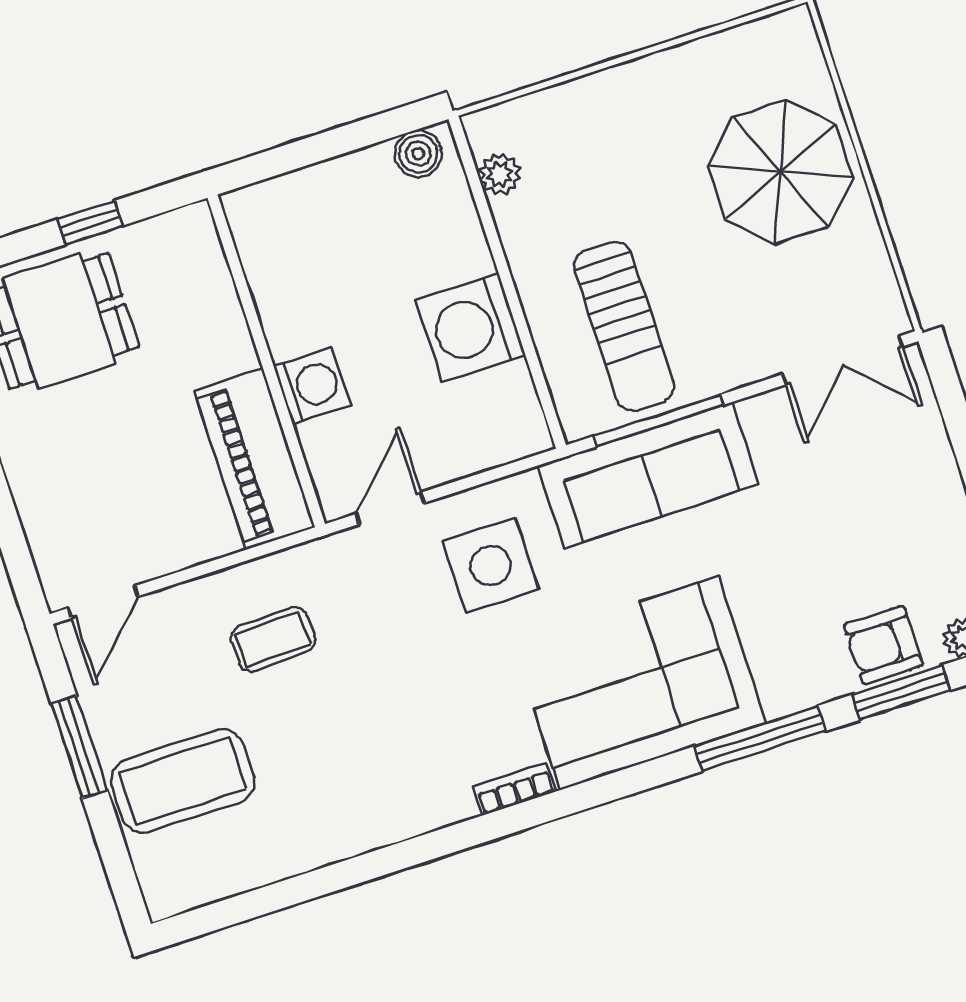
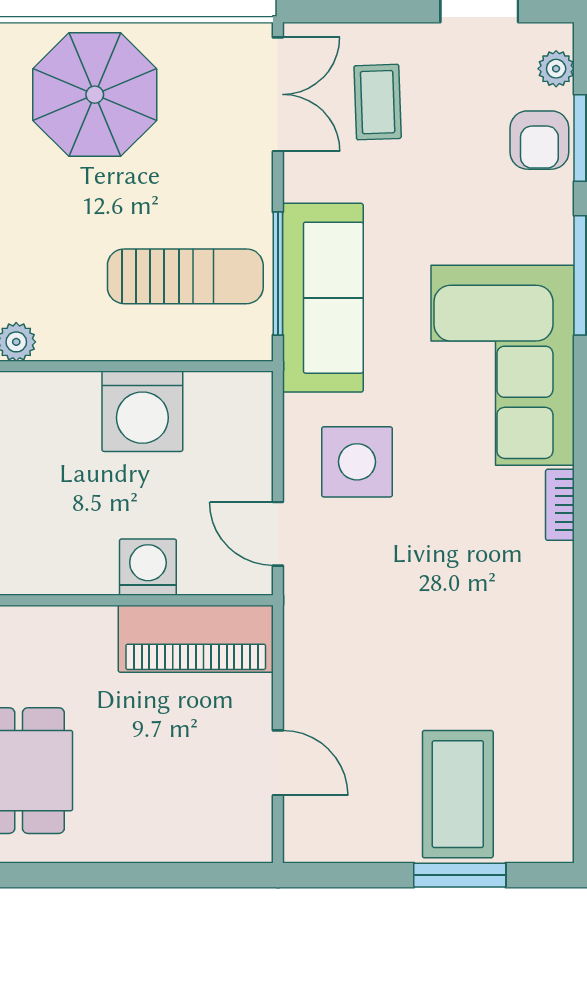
door: (103, 602) -> (278, 763), moved
coffee table: (273, 639) -> (378, 102), moved
window: (79, 747) -> (460, 875), moved

